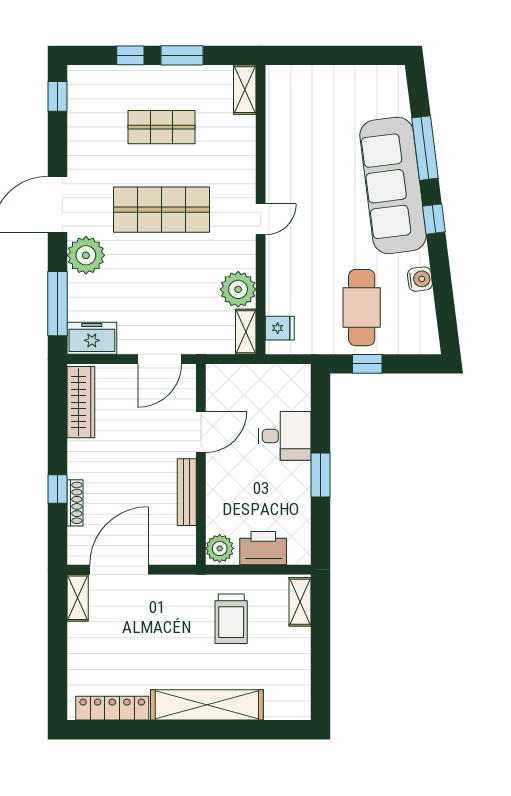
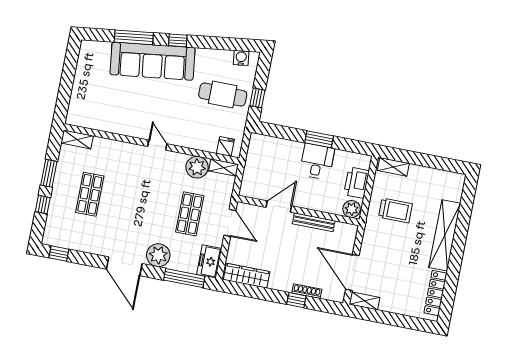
shop shelf: (161, 210) -> (190, 214), moved, width x0.70, depth x0.74
water cooler: (420, 279) -> (241, 58), moved
door: (201, 432) -> (279, 207), hinge flipped
desk: (285, 436) -> (317, 161), moved

